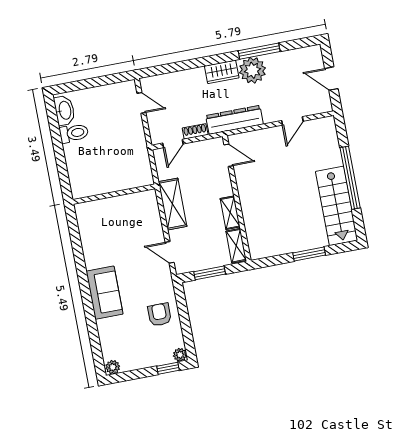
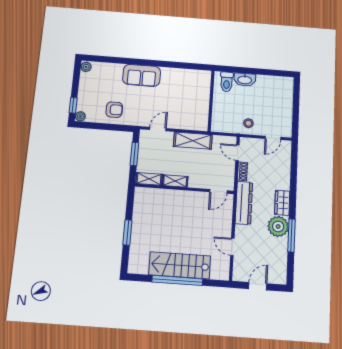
washbasin: (64, 110) -> (245, 80), moved
toilet: (74, 133) -> (227, 82), moved
stool: (131, 139) -> (248, 123), added
stairs: (337, 206) -> (180, 265), moved

